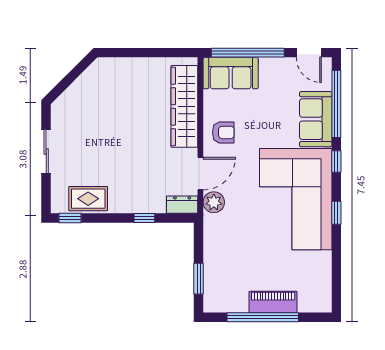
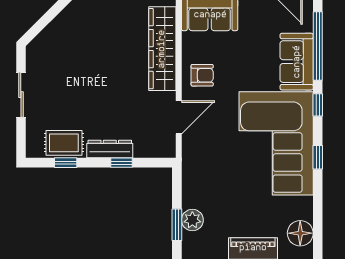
plant: (214, 202) -> (192, 220), moved
dresser: (182, 205) -> (110, 149), moved, width x1.44
window: (70, 218) -> (66, 163), moved
floor lamp: (319, 287) -> (300, 233), added

